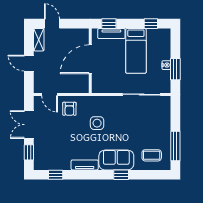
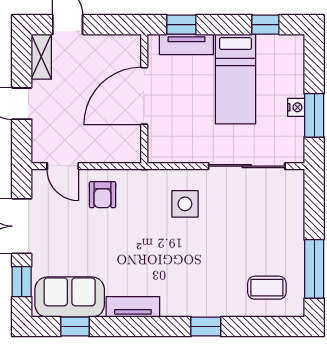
side table: (97, 123) -> (185, 204), moved
sofa: (116, 160) -> (70, 297), moved

